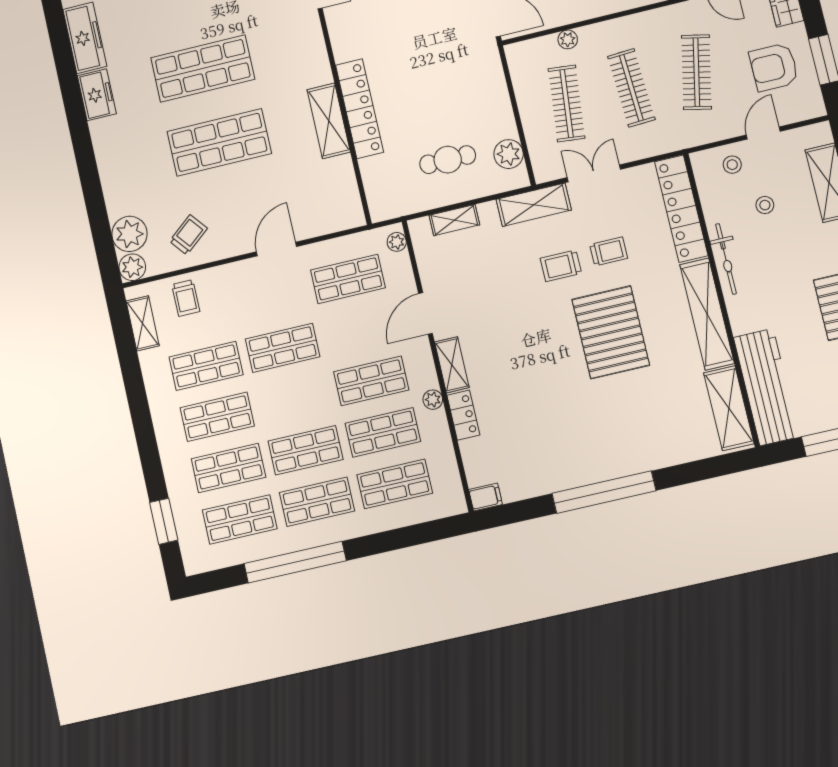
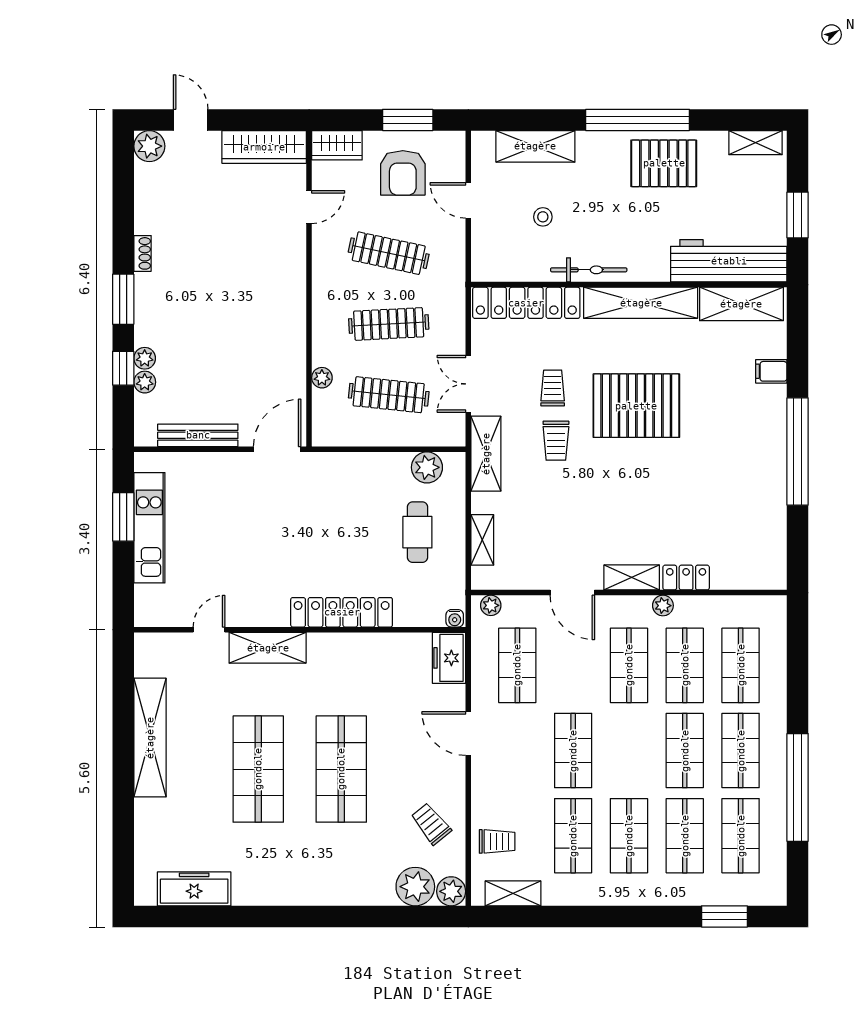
freezer: (97, 95) -> (449, 658), moved, turned -90
shelving: (329, 121) -> (268, 648), moved
stool: (732, 165) -> (493, 240), removed
water cooler: (377, 212) -> (455, 618), added
filing cabinet: (486, 497) -> (771, 371), moved, turned -90

